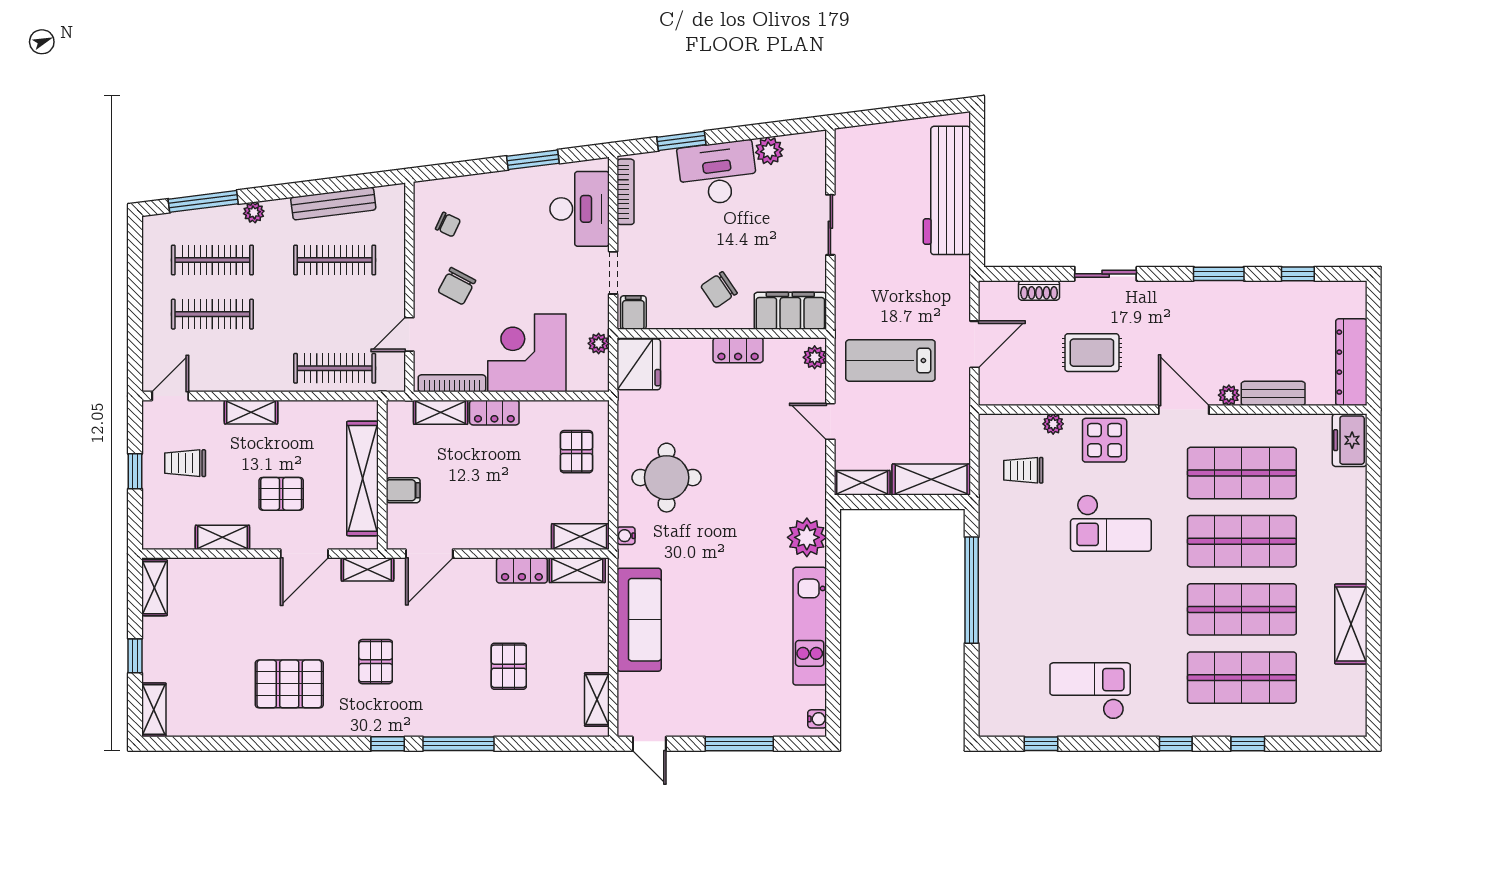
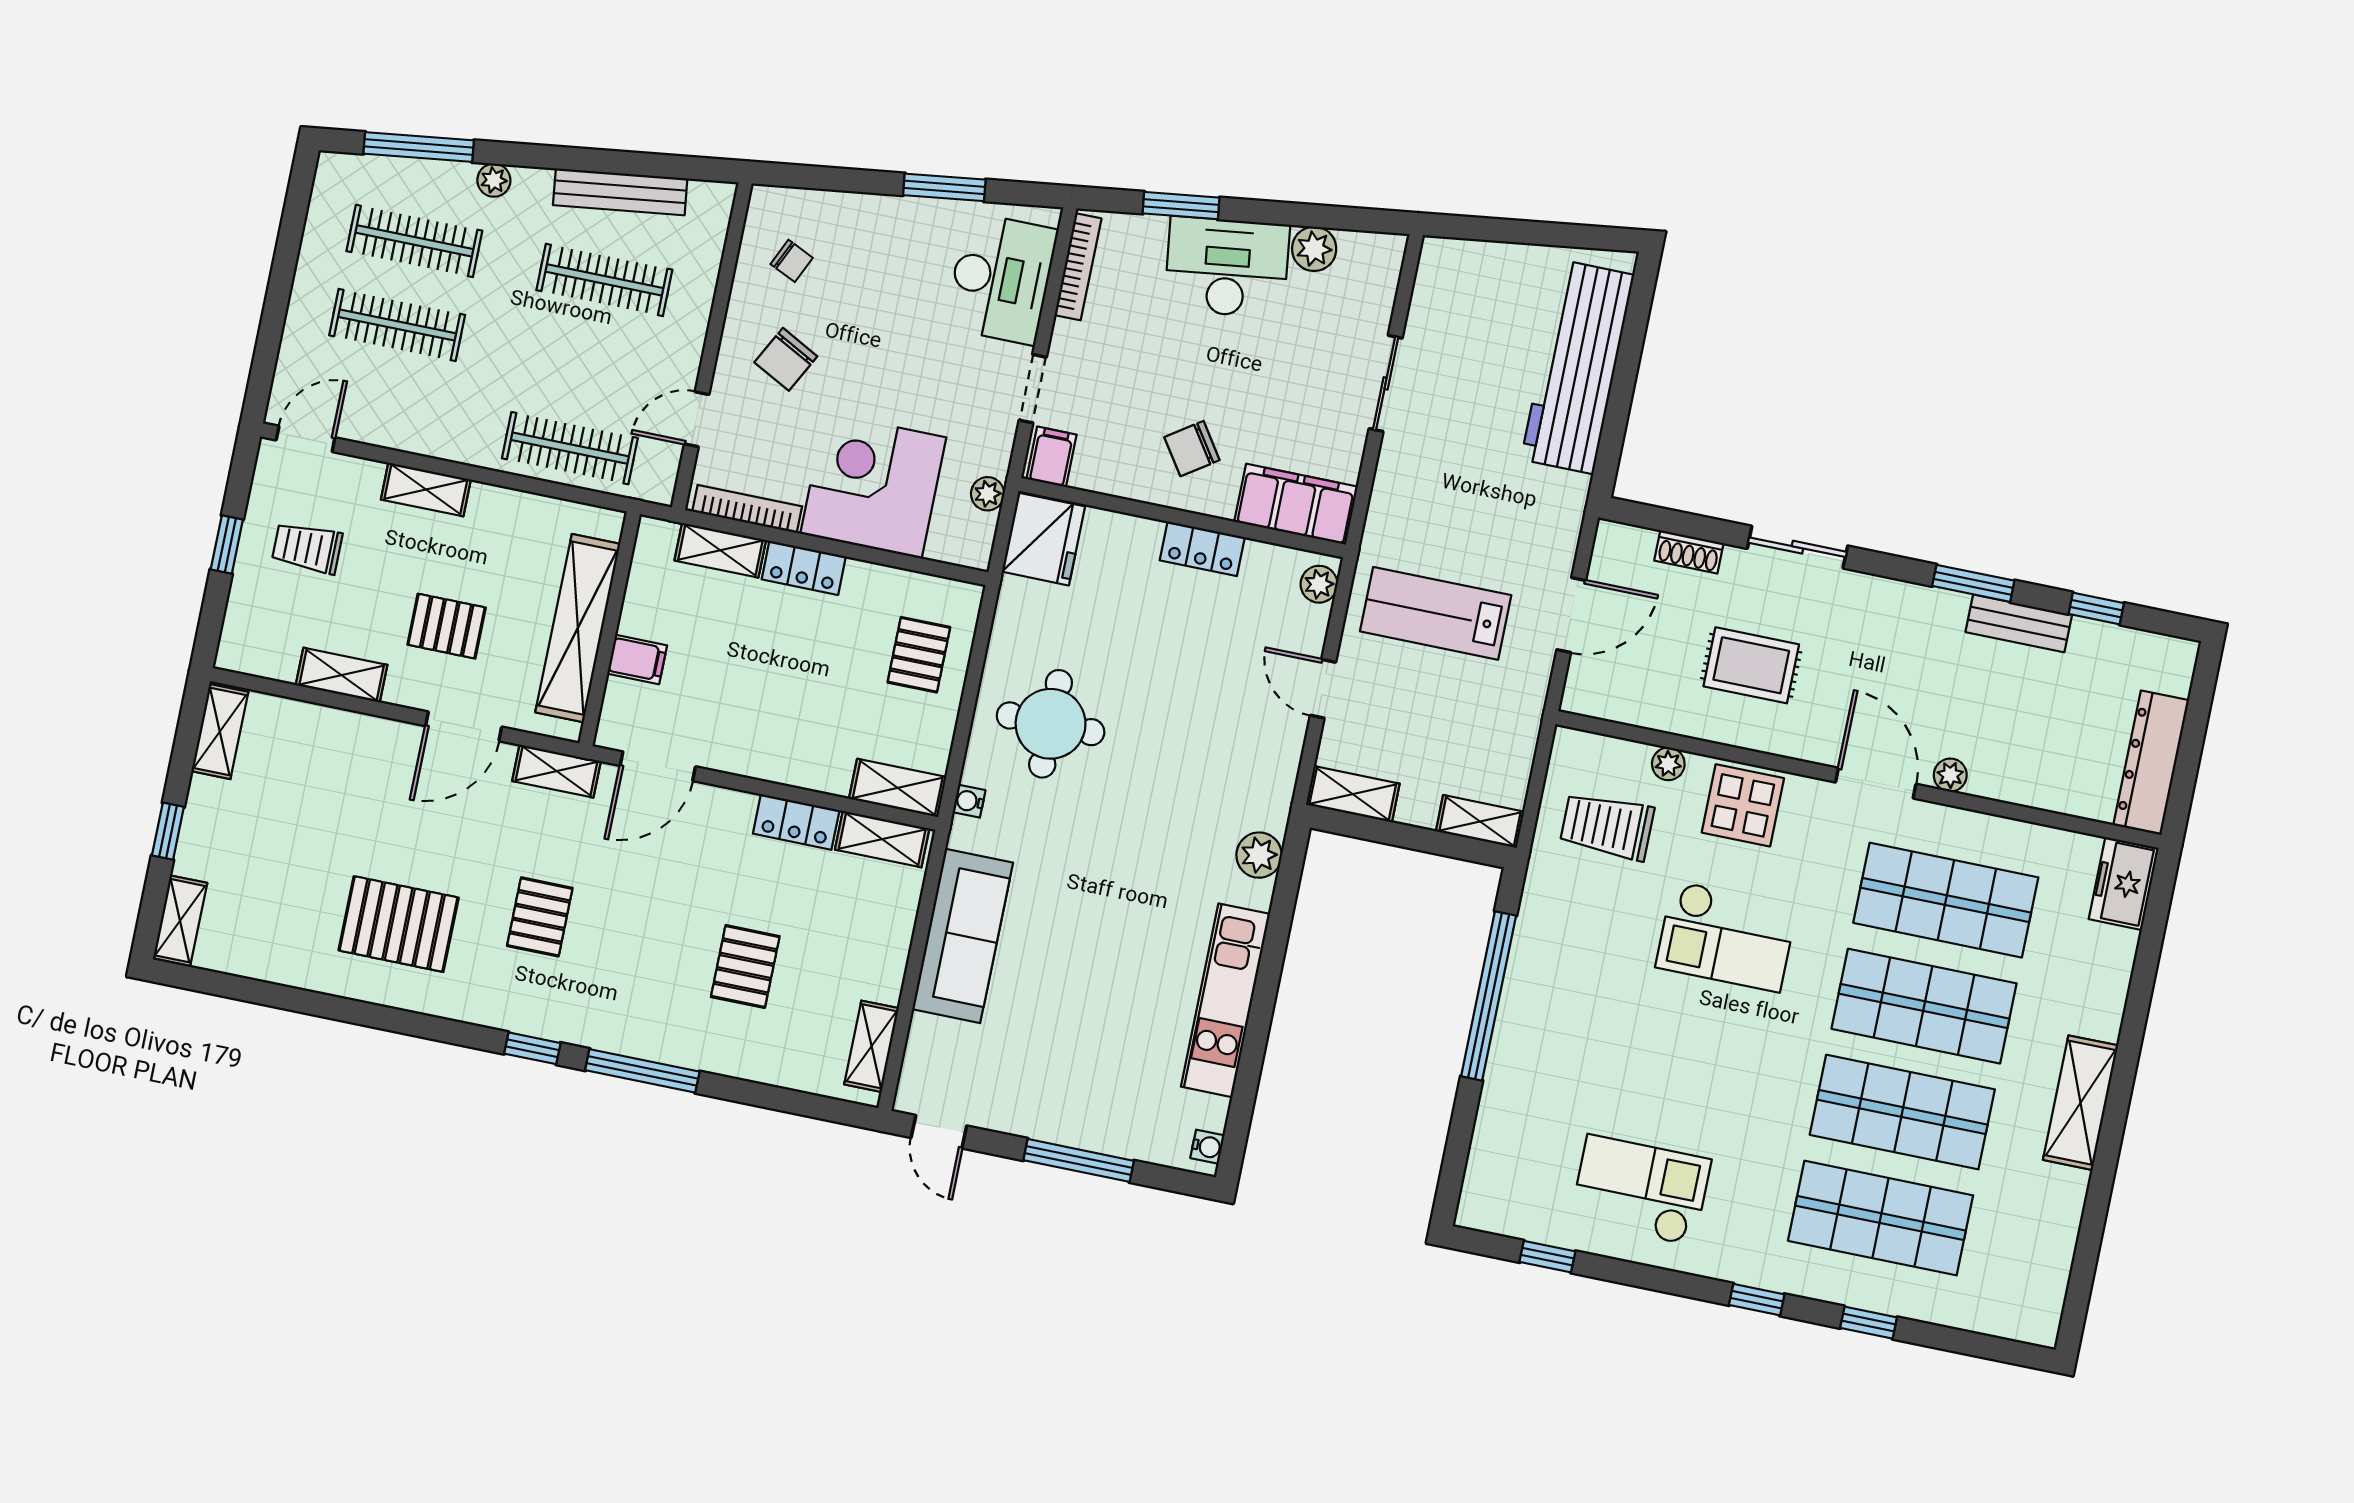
bench: (1273, 393) -> (2019, 623), moved
trolley: (1023, 470) -> (1607, 826), width x1.36, depth x1.39
shelving: (931, 480) -> (1480, 821), width x0.67, depth x0.75
plant: (807, 537) -> (1259, 855), width x0.73, depth x0.73
shelving: (1351, 624) -> (2081, 1103), moved

